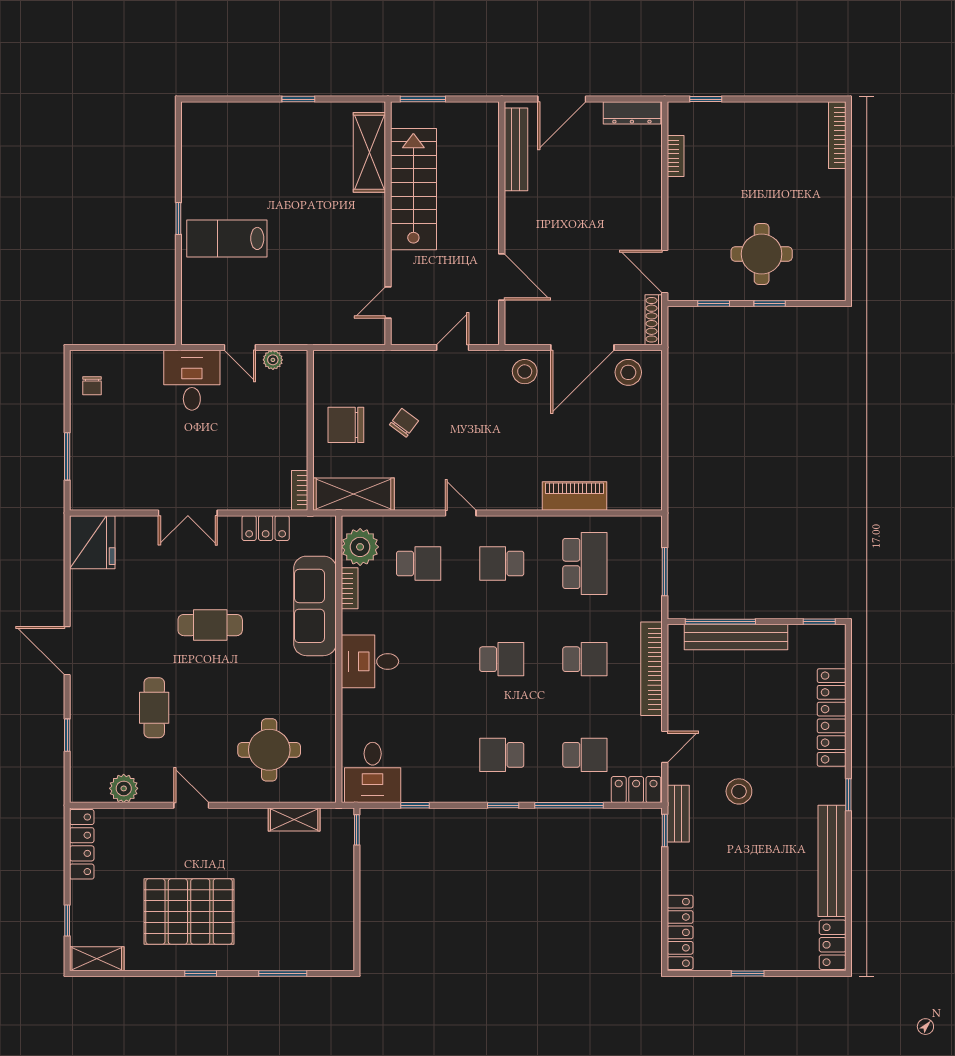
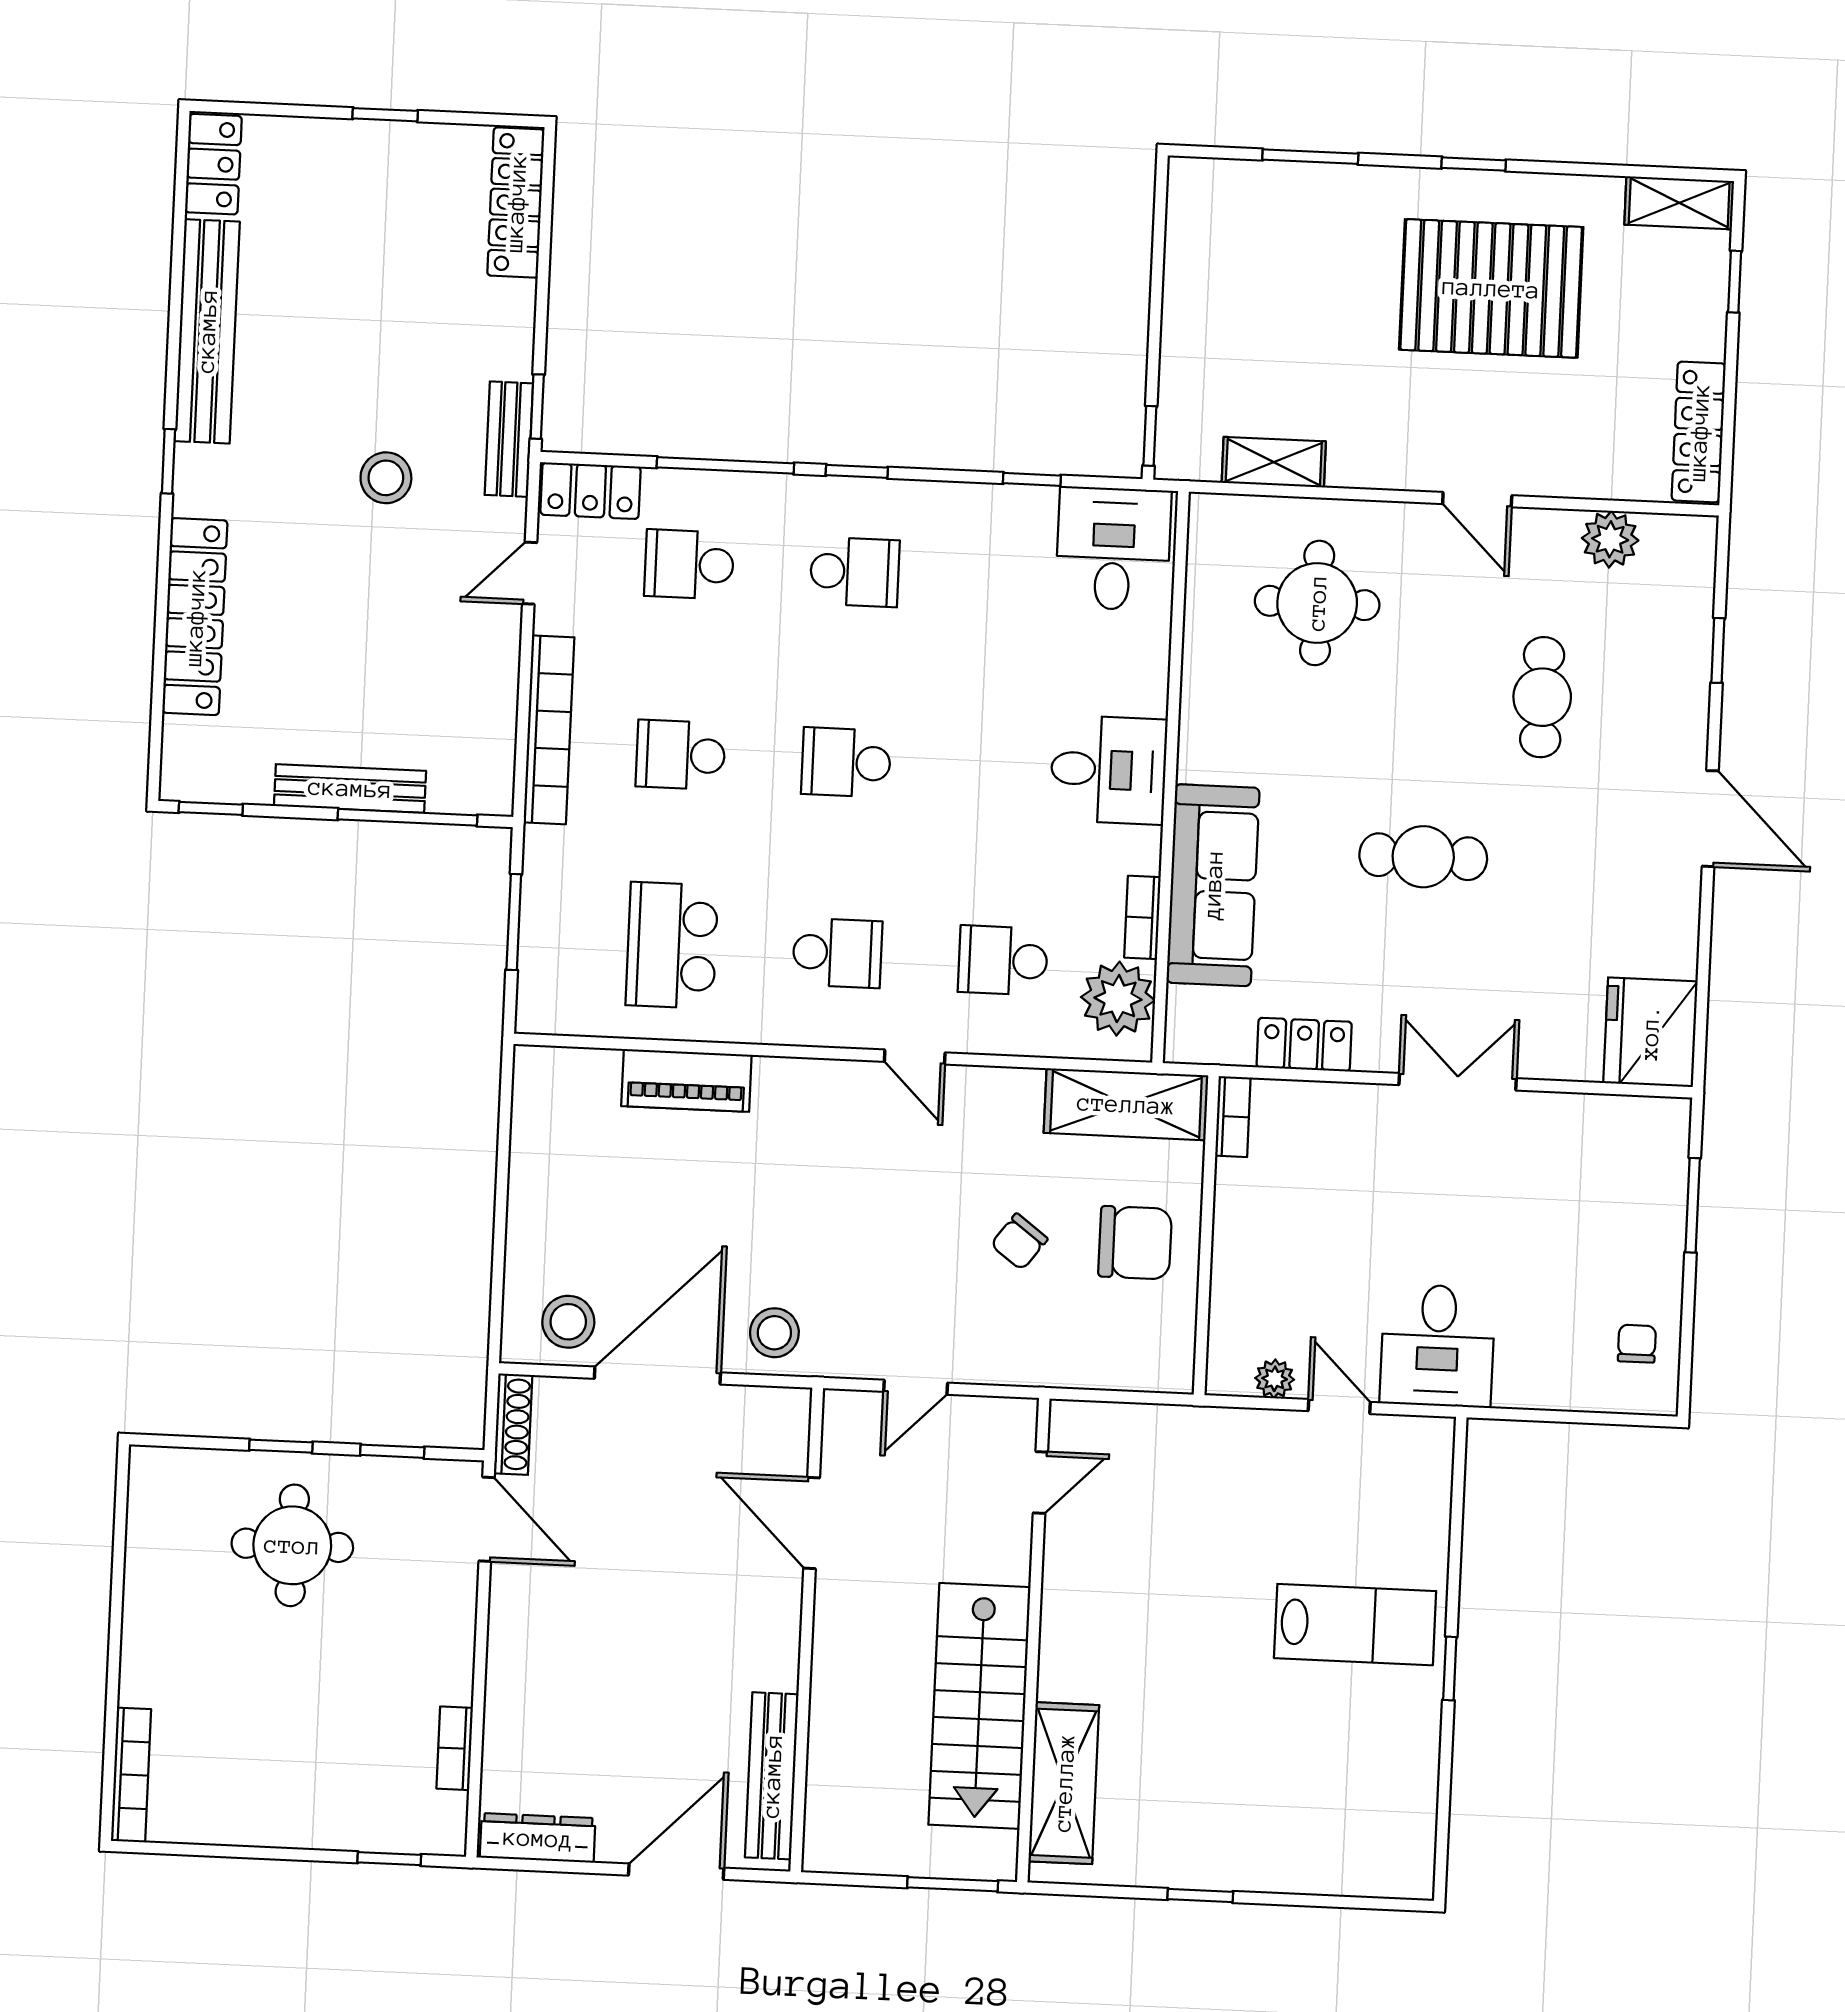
bench: (736, 637) -> (350, 788), width x0.73, depth x0.82

